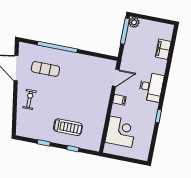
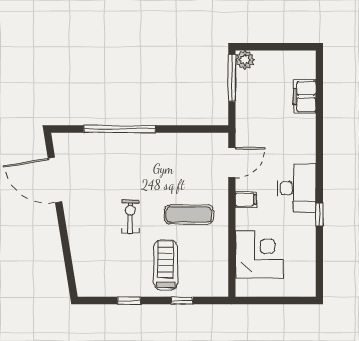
exercise mat: (45, 69) -> (189, 215), moved
desk: (151, 87) -> (297, 188), moved
exercise bike: (29, 99) -> (130, 216), moved
treadmill: (68, 127) -> (166, 265), turned -90

